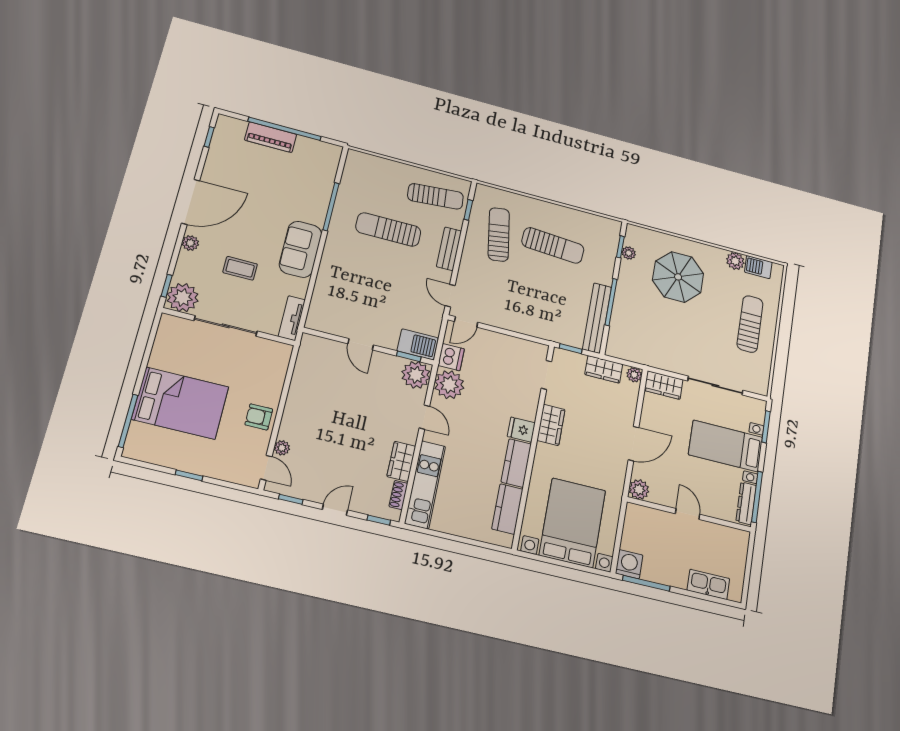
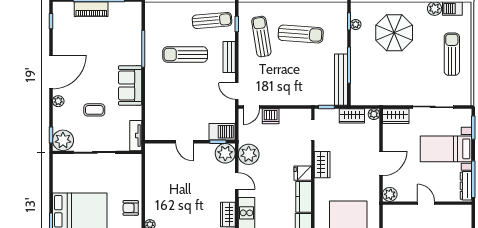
dishwasher: (451, 357) -> (271, 116), moved, turned 90

